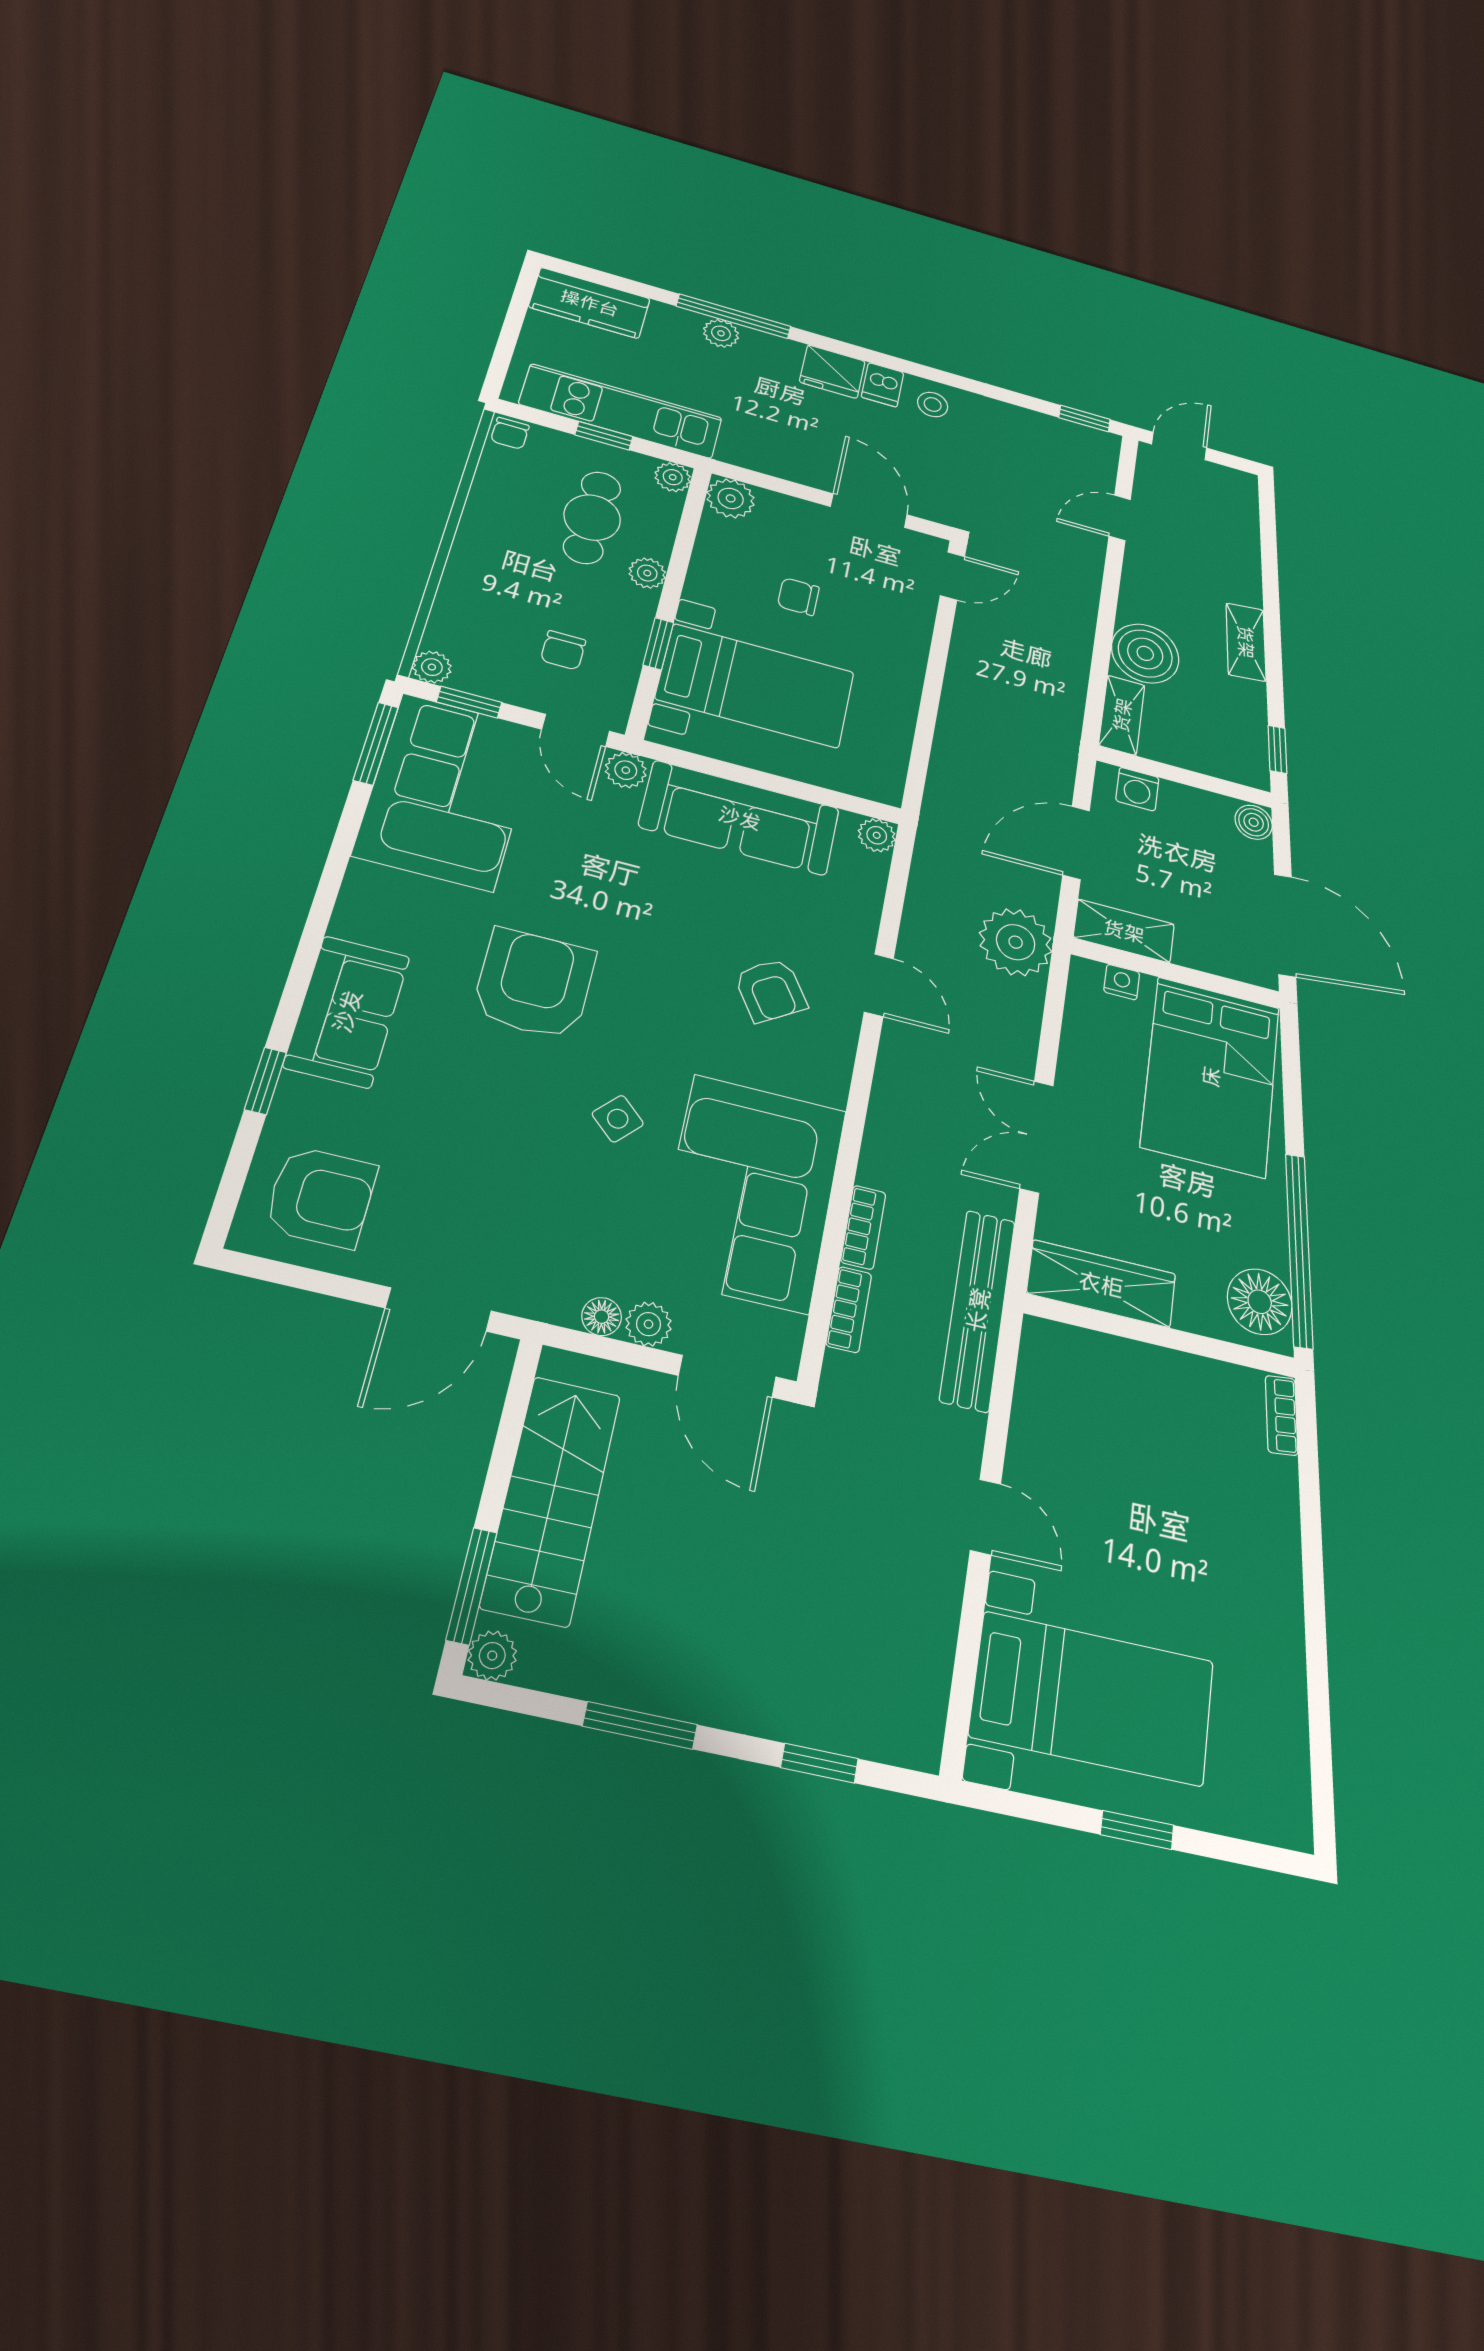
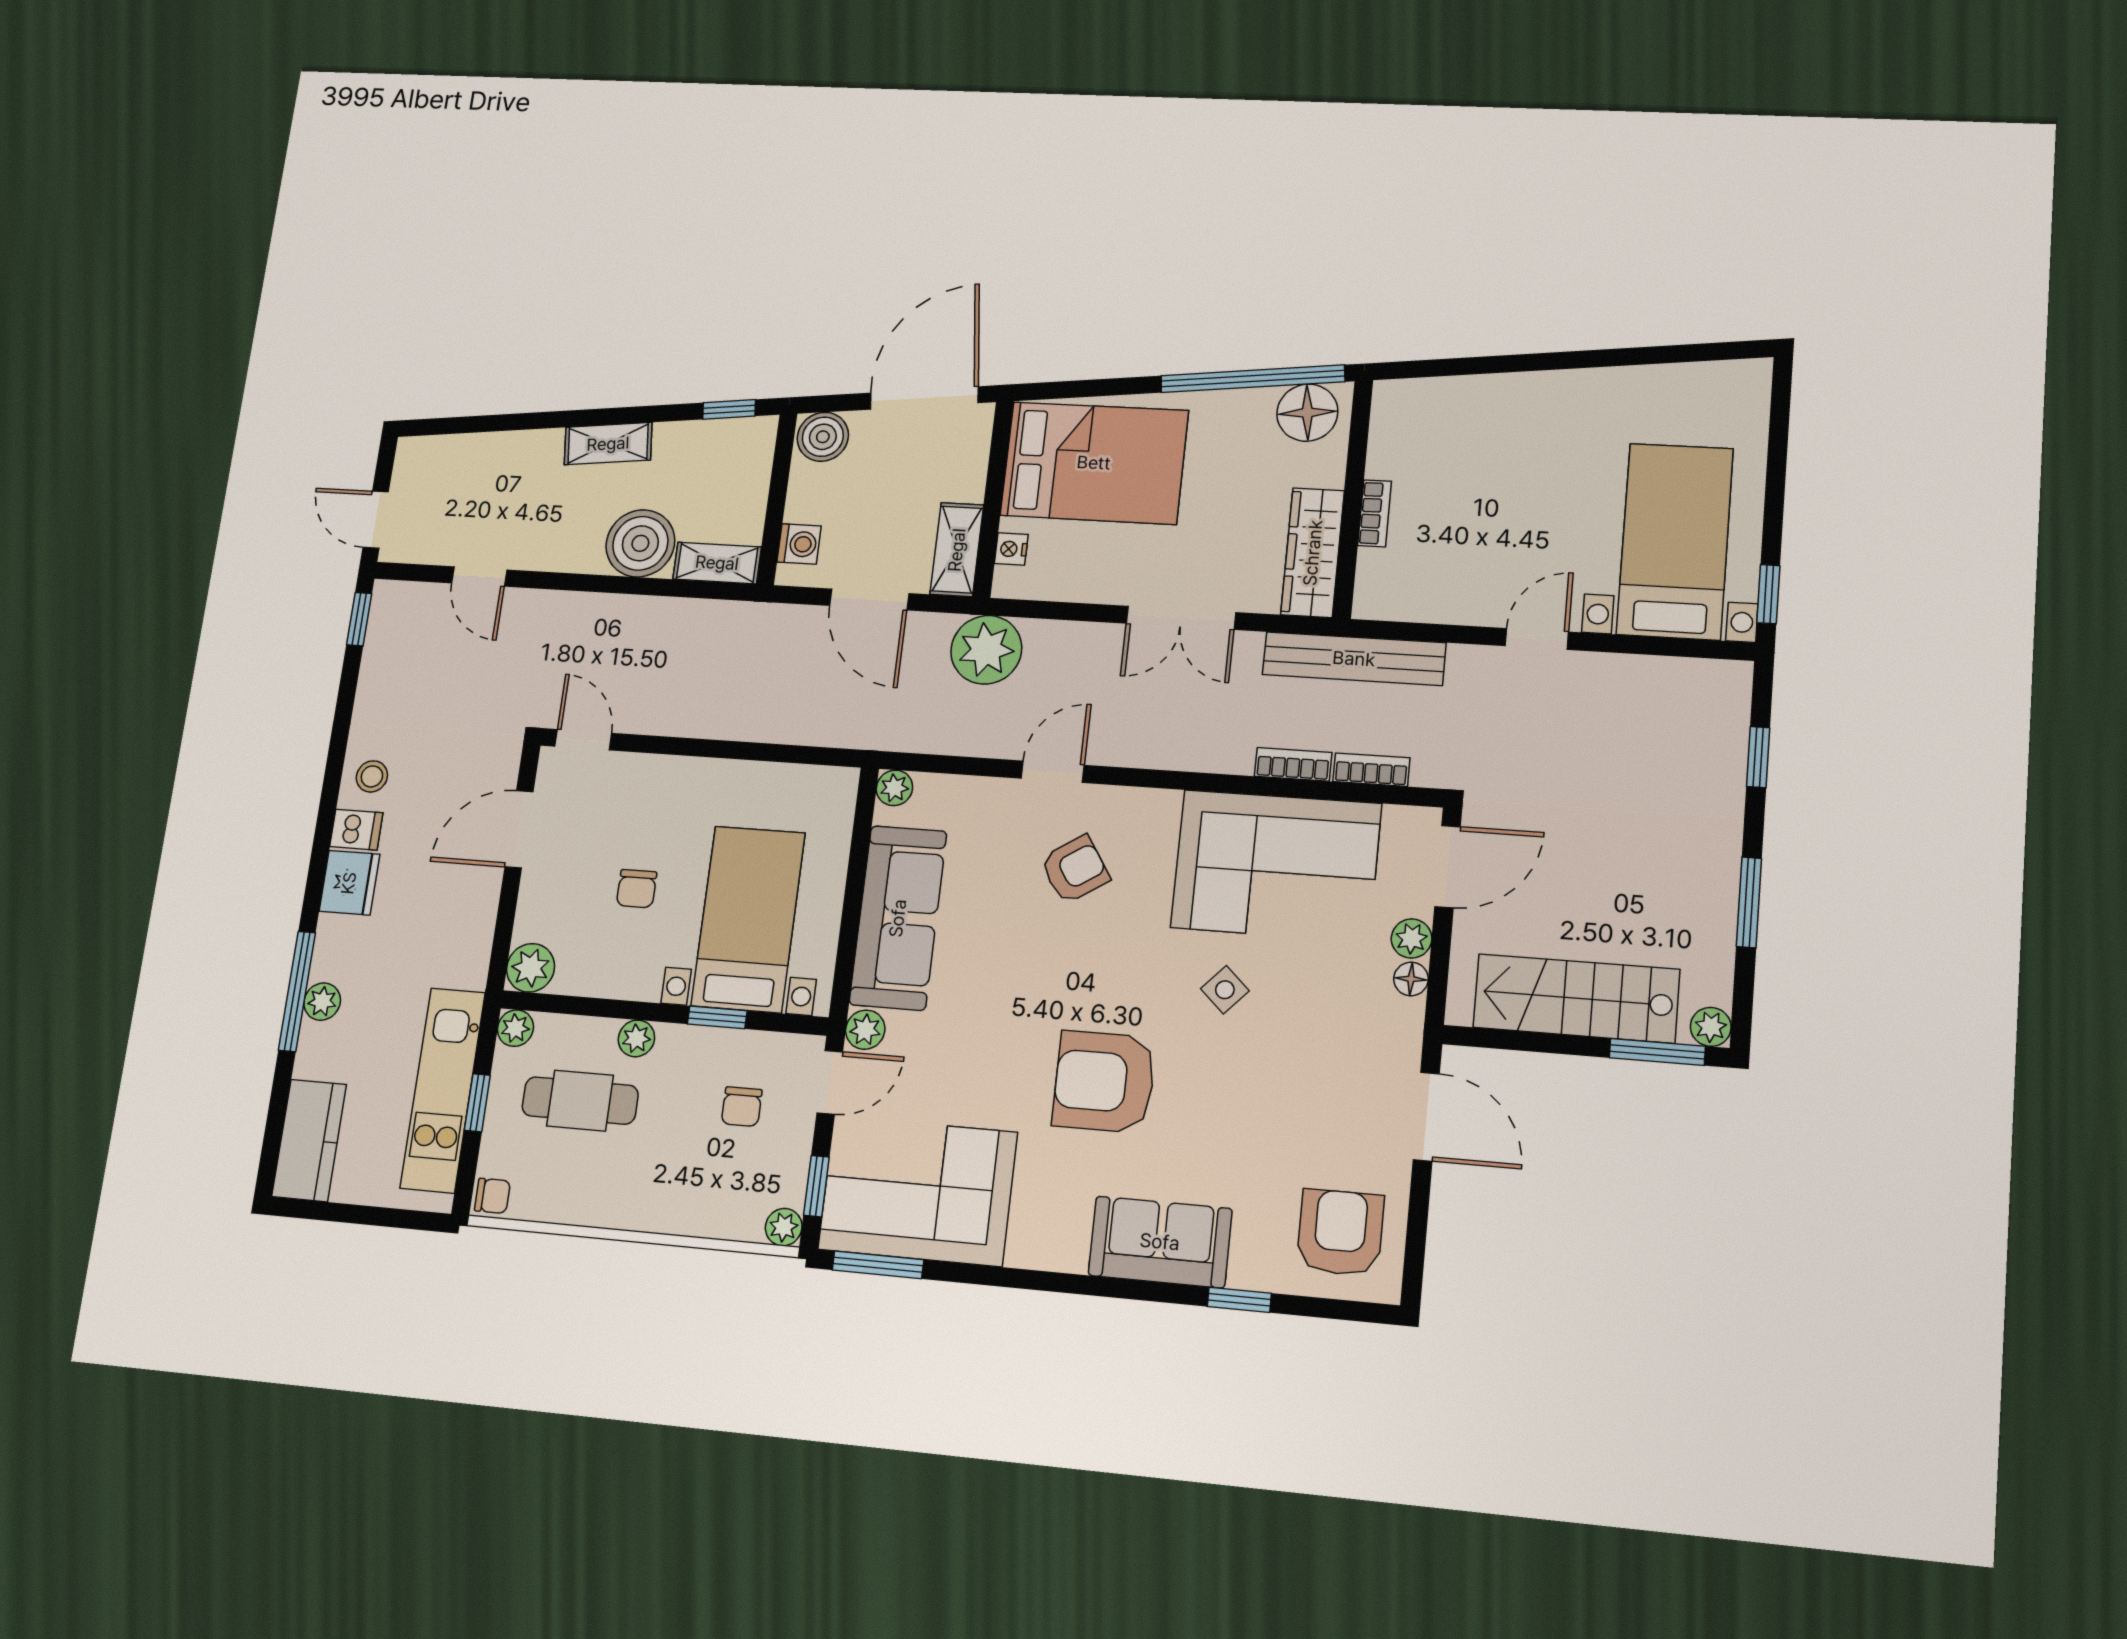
chair: (563, 650) -> (742, 1107), turned 90
boiler: (1254, 822) -> (823, 437), width x1.36, depth x1.36
bookcase: (1282, 1415) -> (1375, 513), moved, turned -84
window: (1137, 1830) -> (1768, 594), moved

